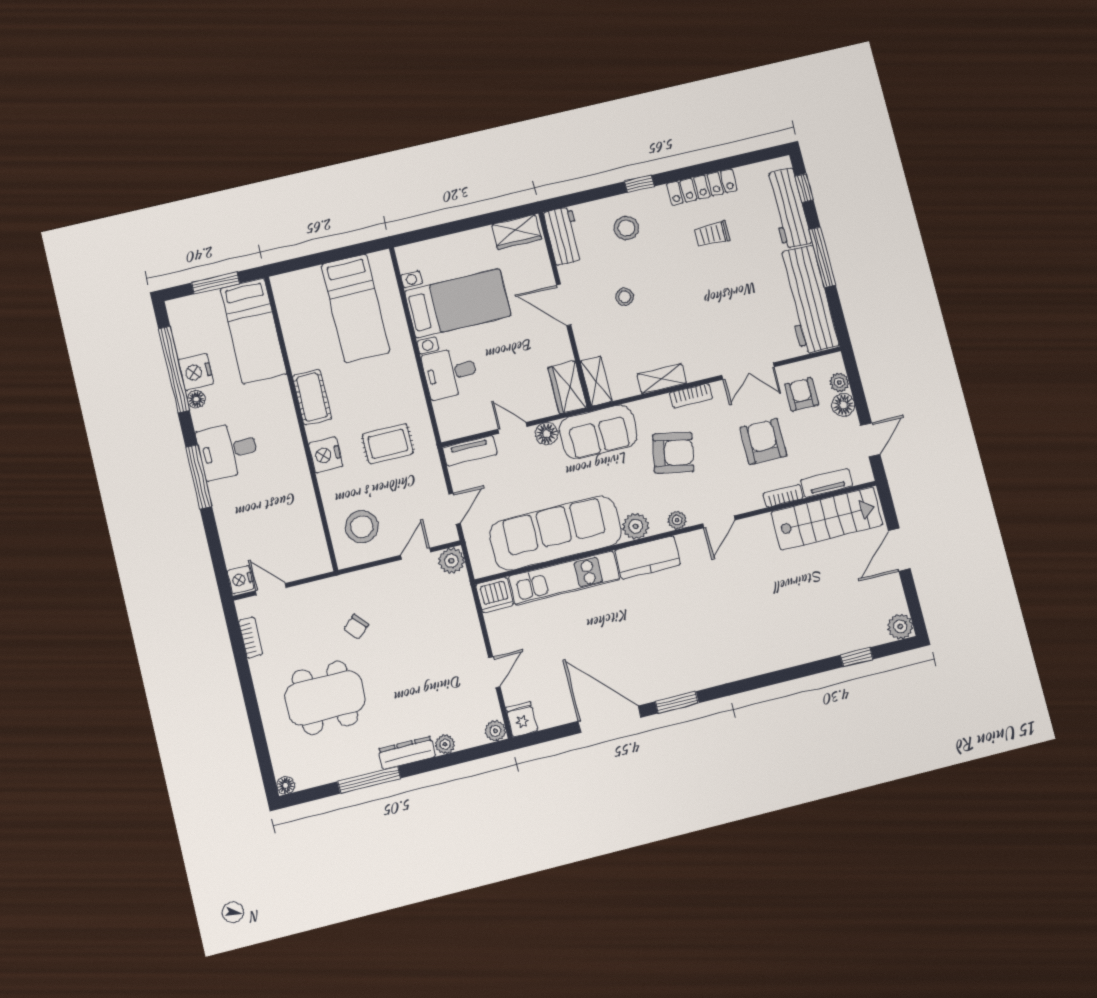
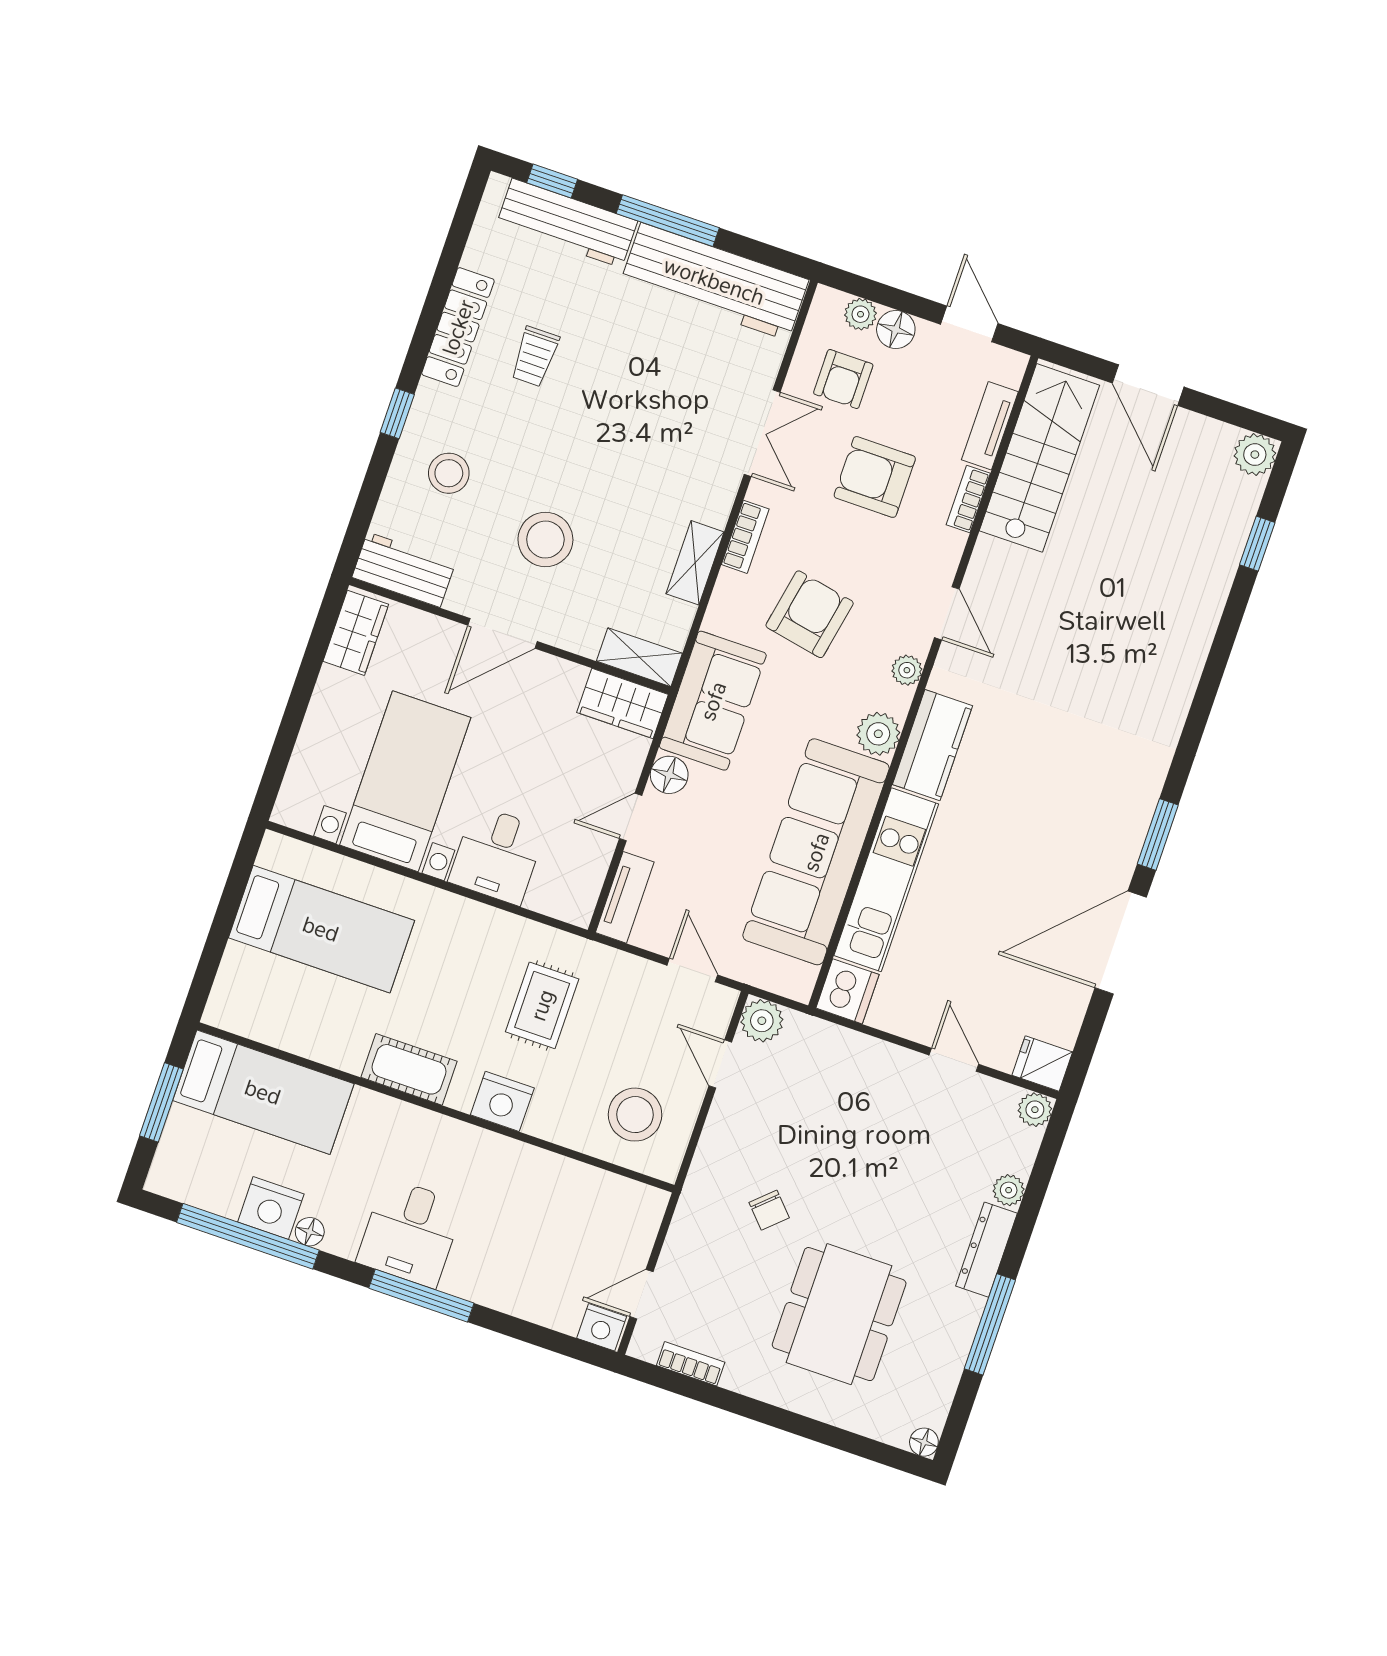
stool: (625, 297) -> (545, 540), width x1.89, depth x1.89
armchair: (802, 394) -> (843, 379), turned -90

